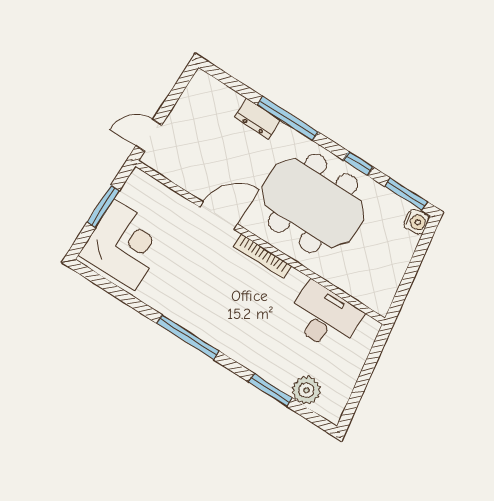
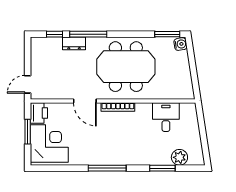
window: (358, 163) -> (55, 34), moved
printer: (138, 189) -> (39, 113), added
door: (219, 216) -> (85, 101), swing flipped
desk: (325, 317) -> (166, 117), width x0.73

